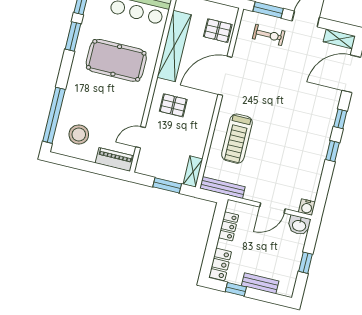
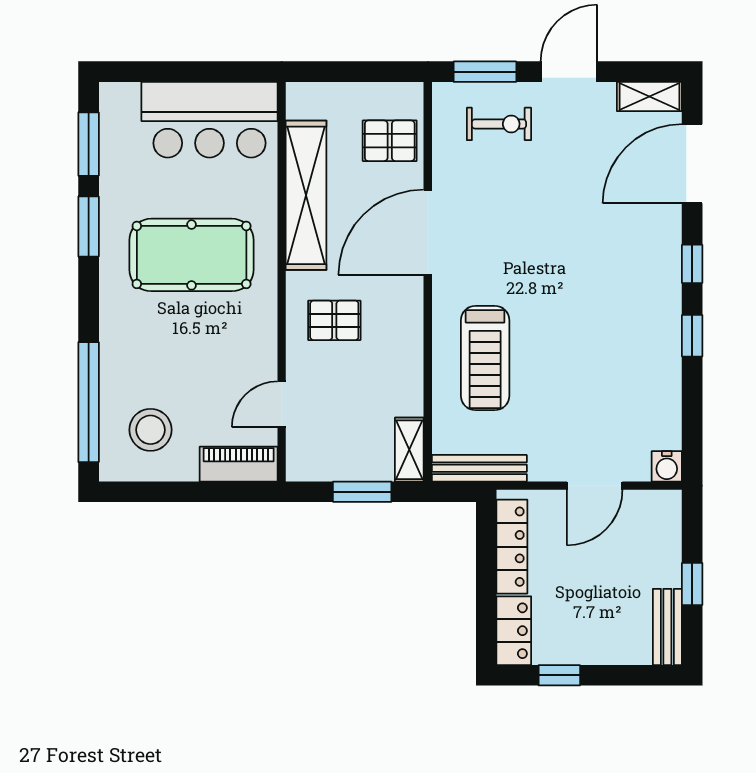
washbasin: (299, 225) -> (660, 508), removed
locker: (229, 226) -> (512, 547), width x1.53
bench: (260, 283) -> (667, 627), moved, turned 90

